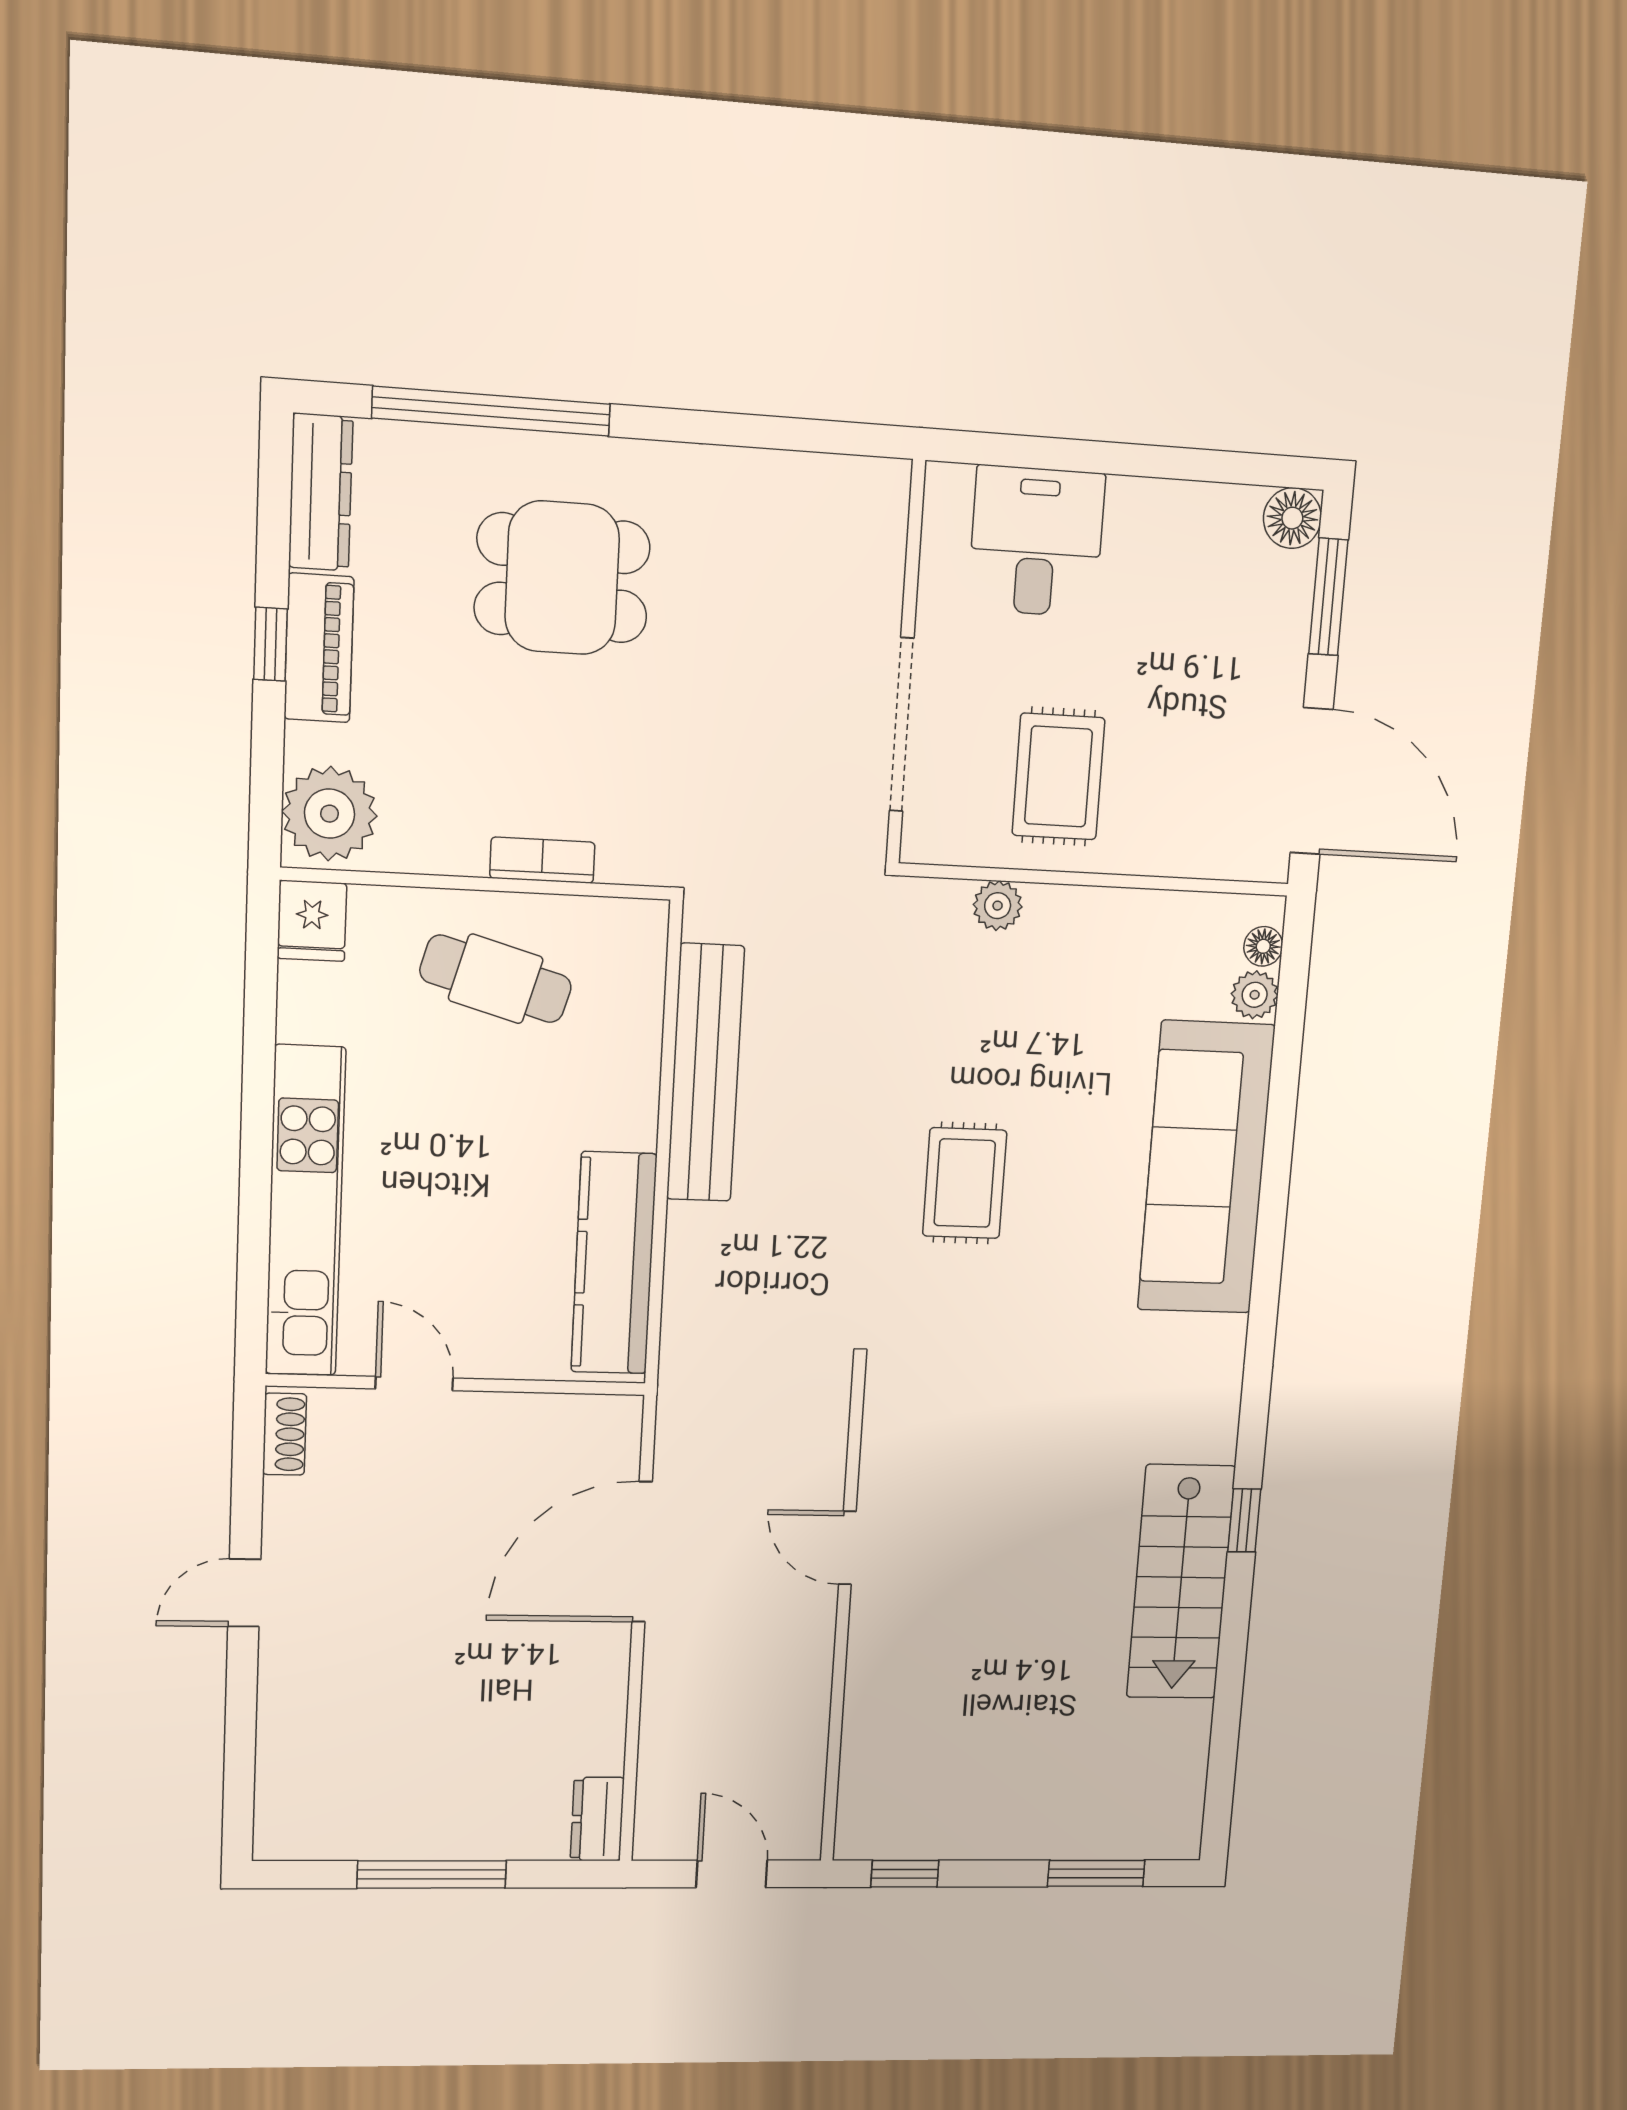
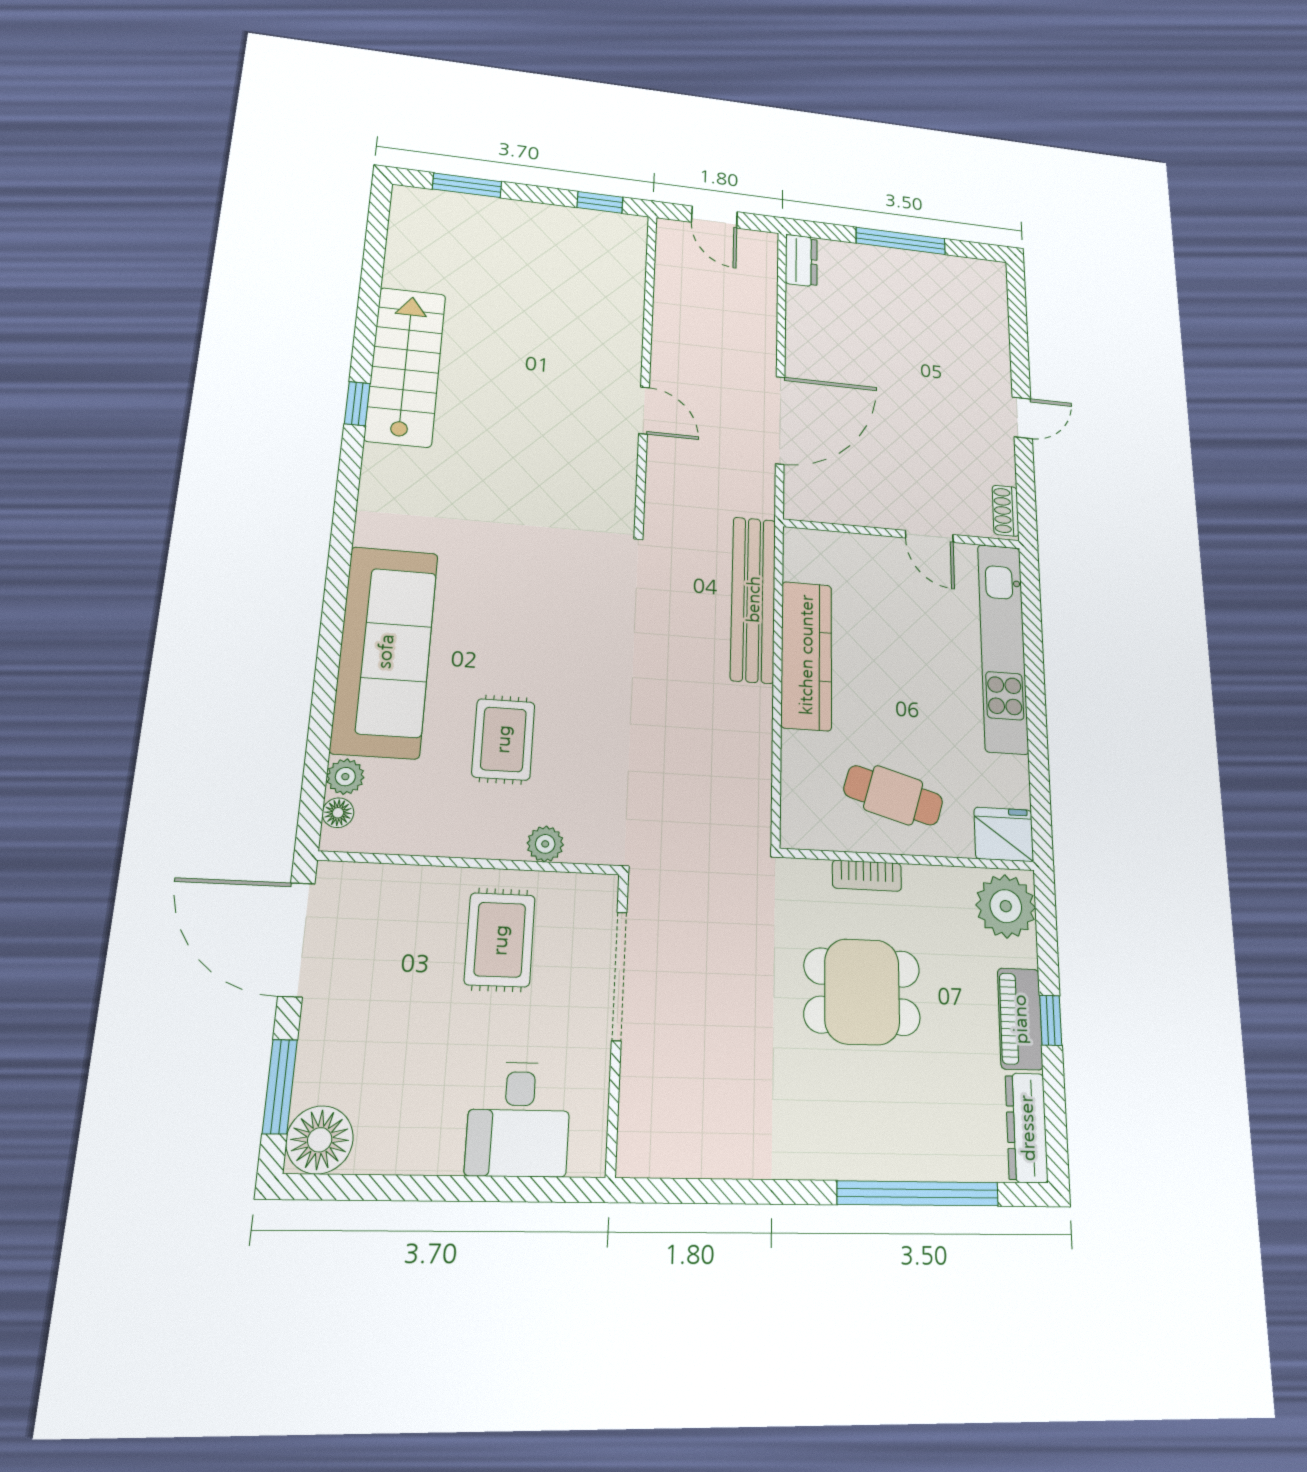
floor lamp: (1292, 518) -> (320, 1140), width x1.38, depth x1.38
dining table: (562, 578) -> (862, 992), moved
fridge: (312, 921) -> (1004, 834), width x1.38
bench: (705, 1073) -> (753, 599), moved
rug: (965, 1183) -> (503, 739), moved
kitchen counter: (614, 1263) -> (806, 655), moved

